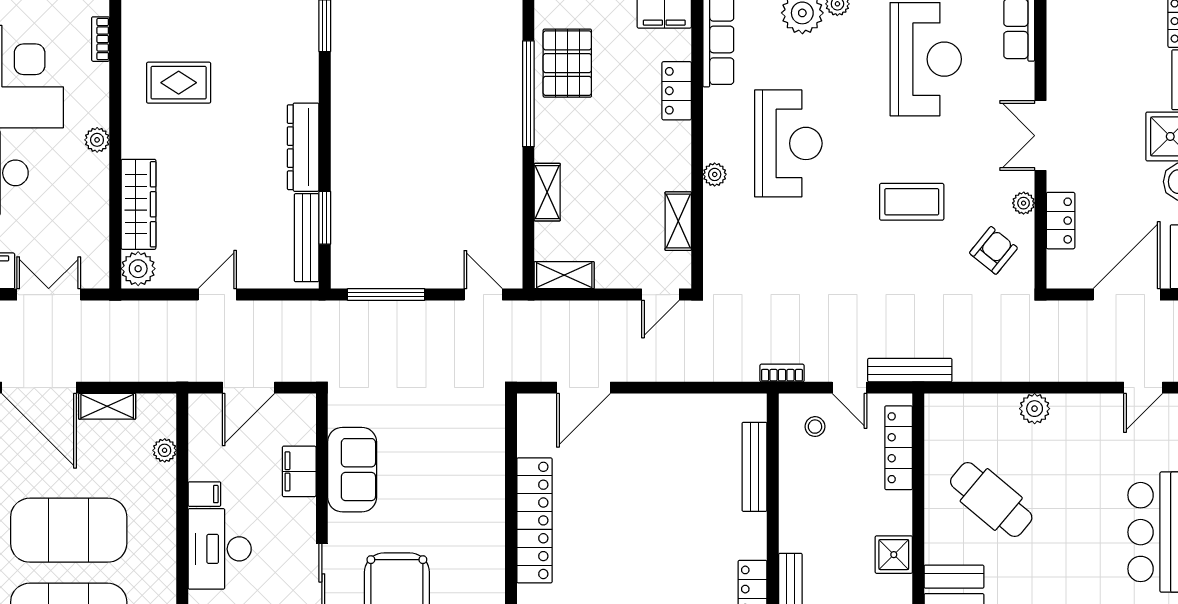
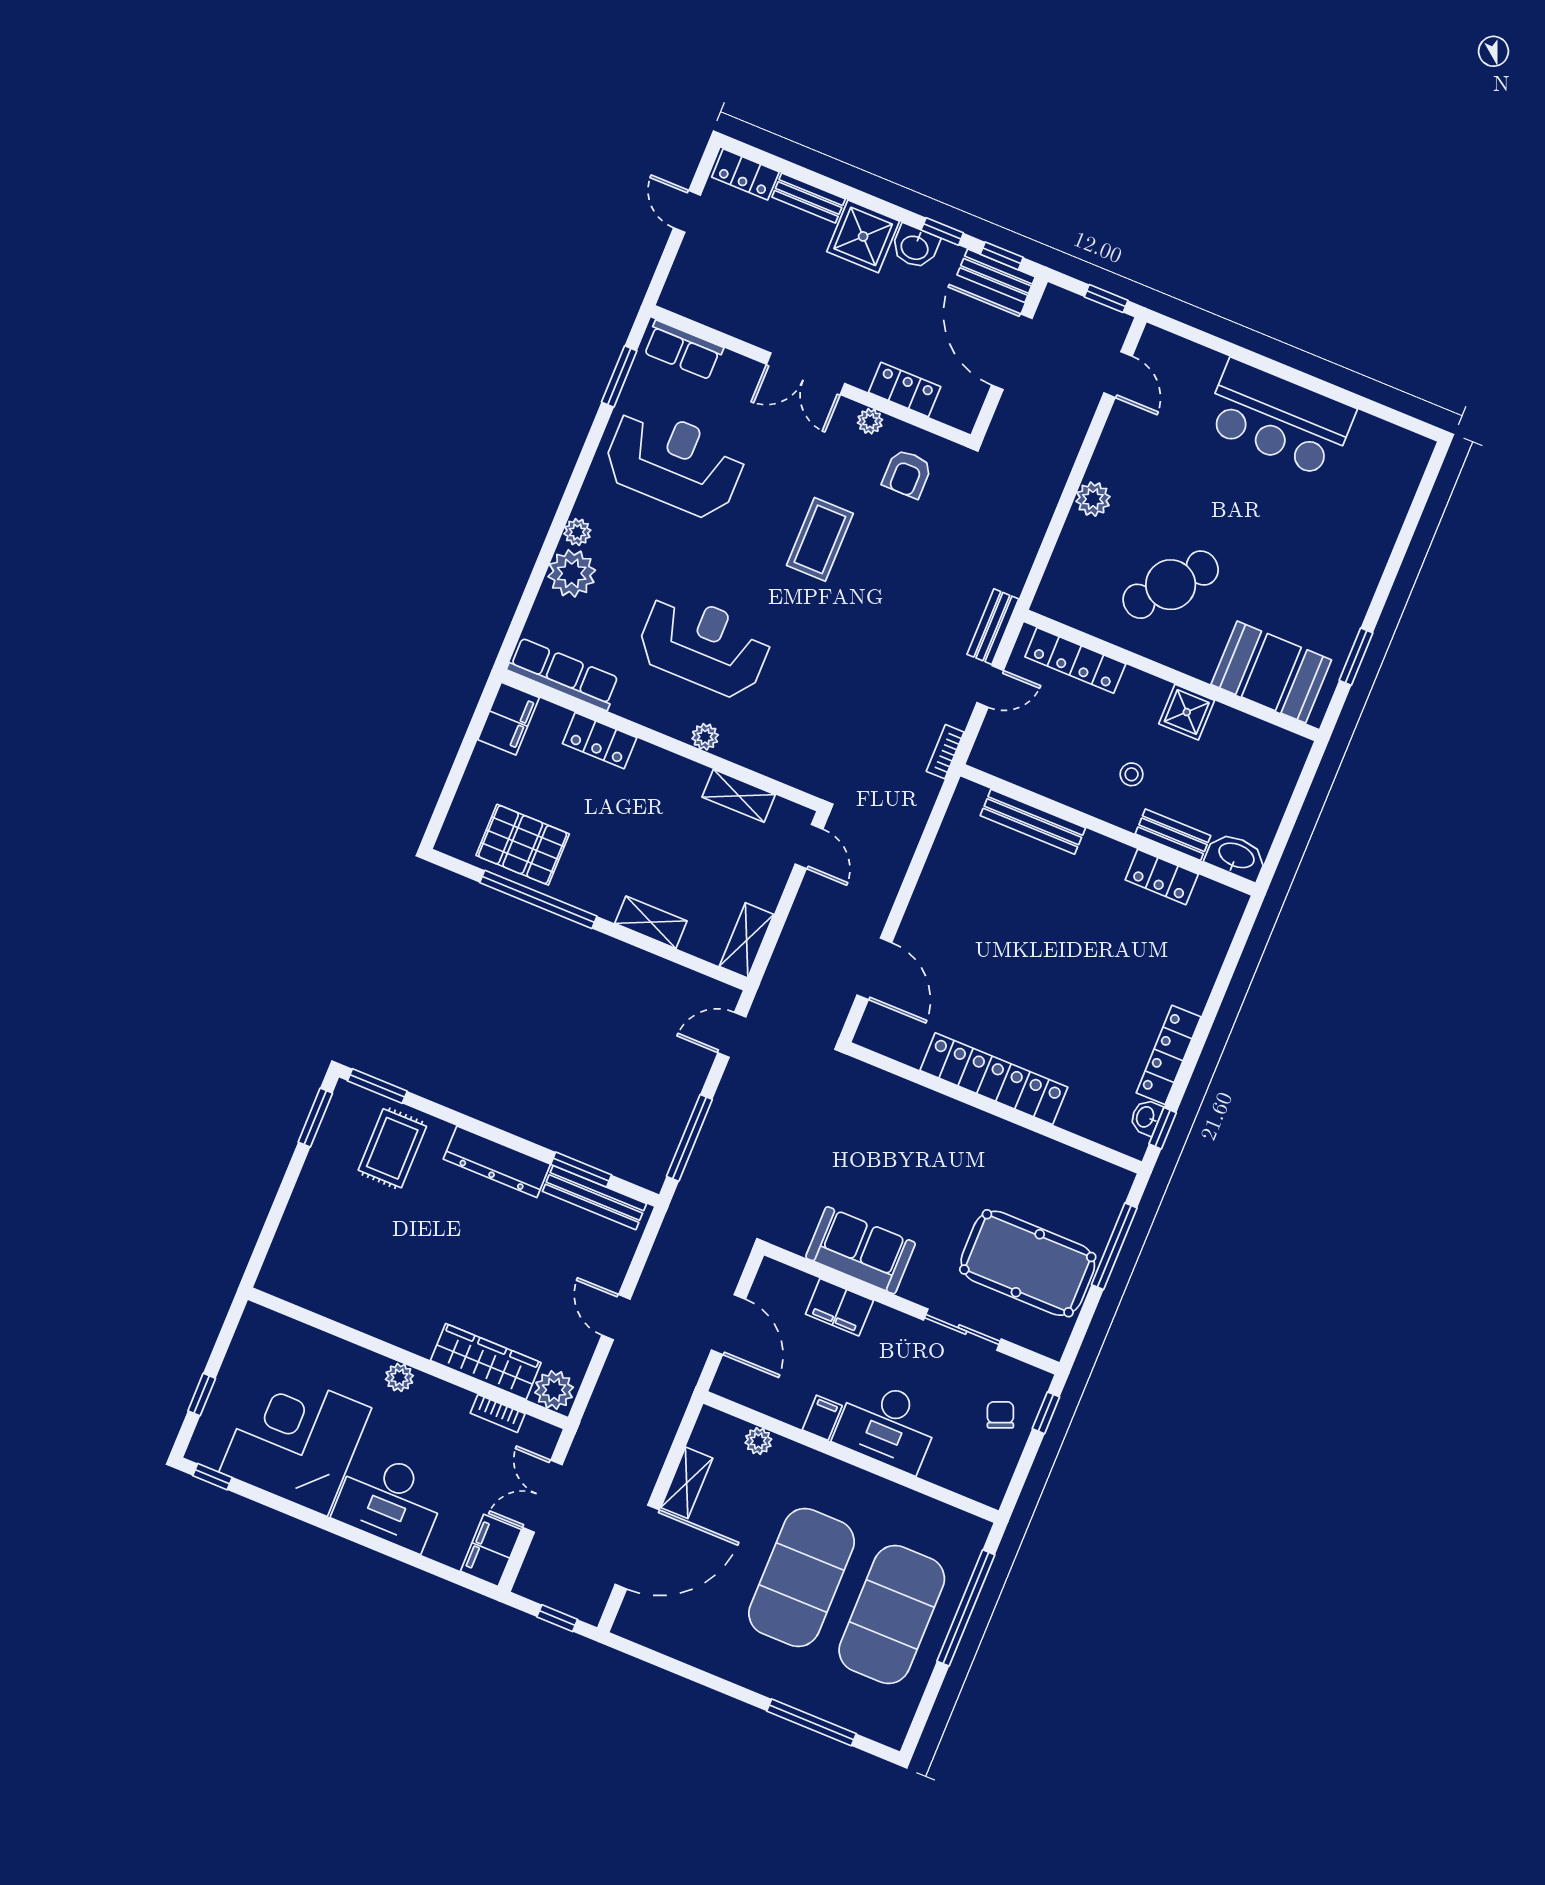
bookcase: (101, 39) -> (498, 1413), moved
rug: (179, 83) -> (392, 1148), moved
armchair: (993, 250) -> (907, 474), turned -129
bench: (910, 370) -> (993, 627), width x0.73
stool: (815, 427) -> (1132, 774), moved

